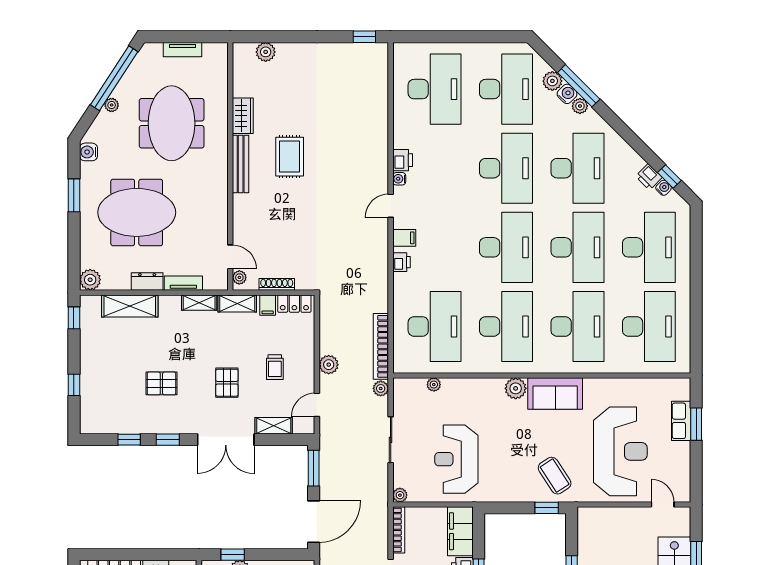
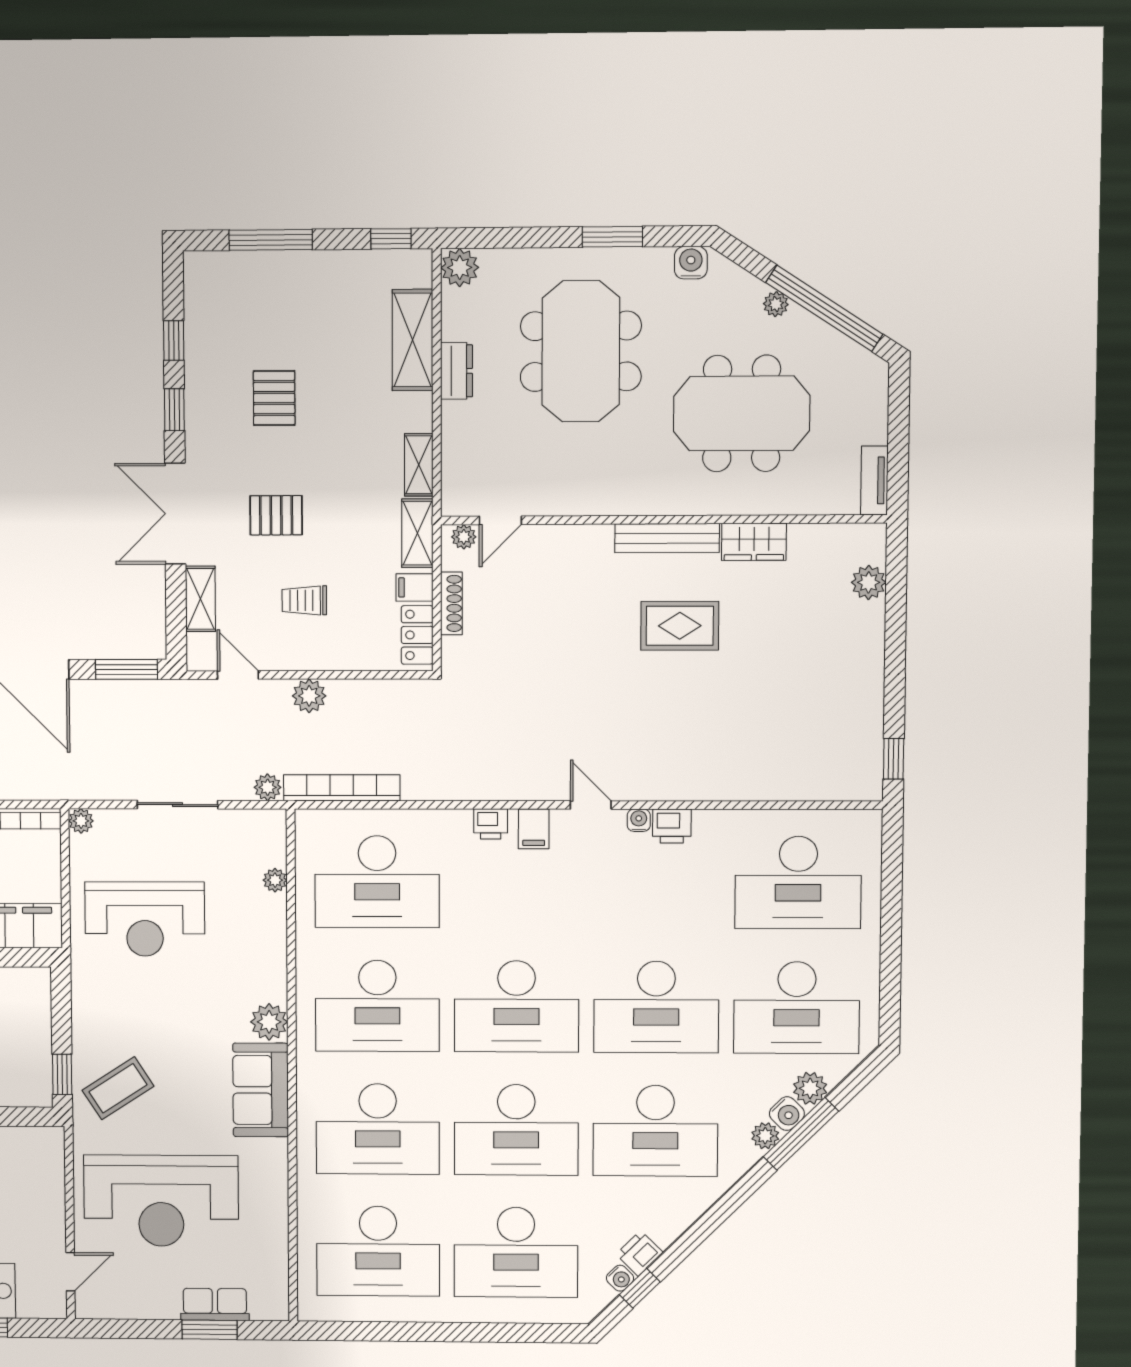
tv unit: (182, 50) -> (874, 480), moved
tv unit: (183, 283) -> (454, 436), removed
window: (74, 385) -> (271, 240), width x2.17
reception desk: (456, 459) -> (145, 919), turned 180

